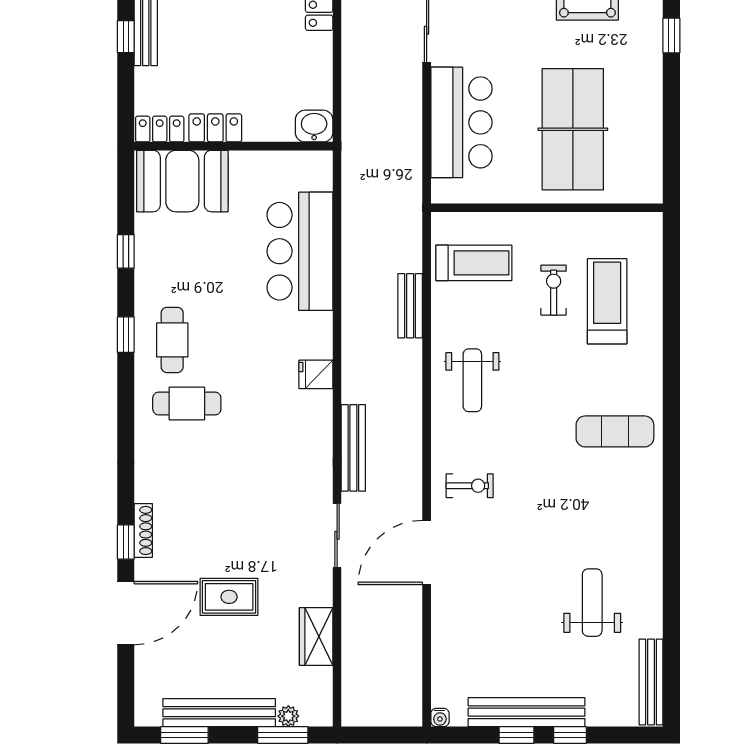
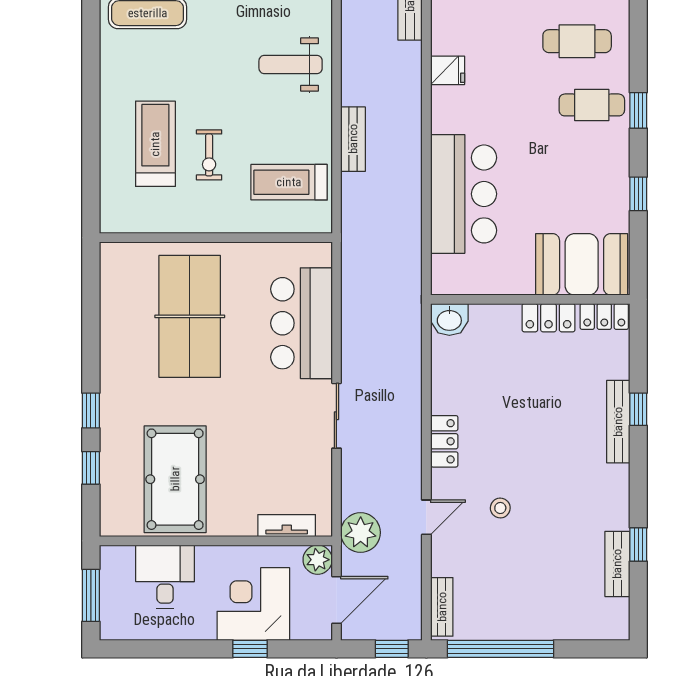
treadmill: (607, 301) -> (155, 144), turned 180
cafe table: (172, 340) -> (592, 105), turned 90
weight bench: (472, 380) -> (291, 65), turned -90

